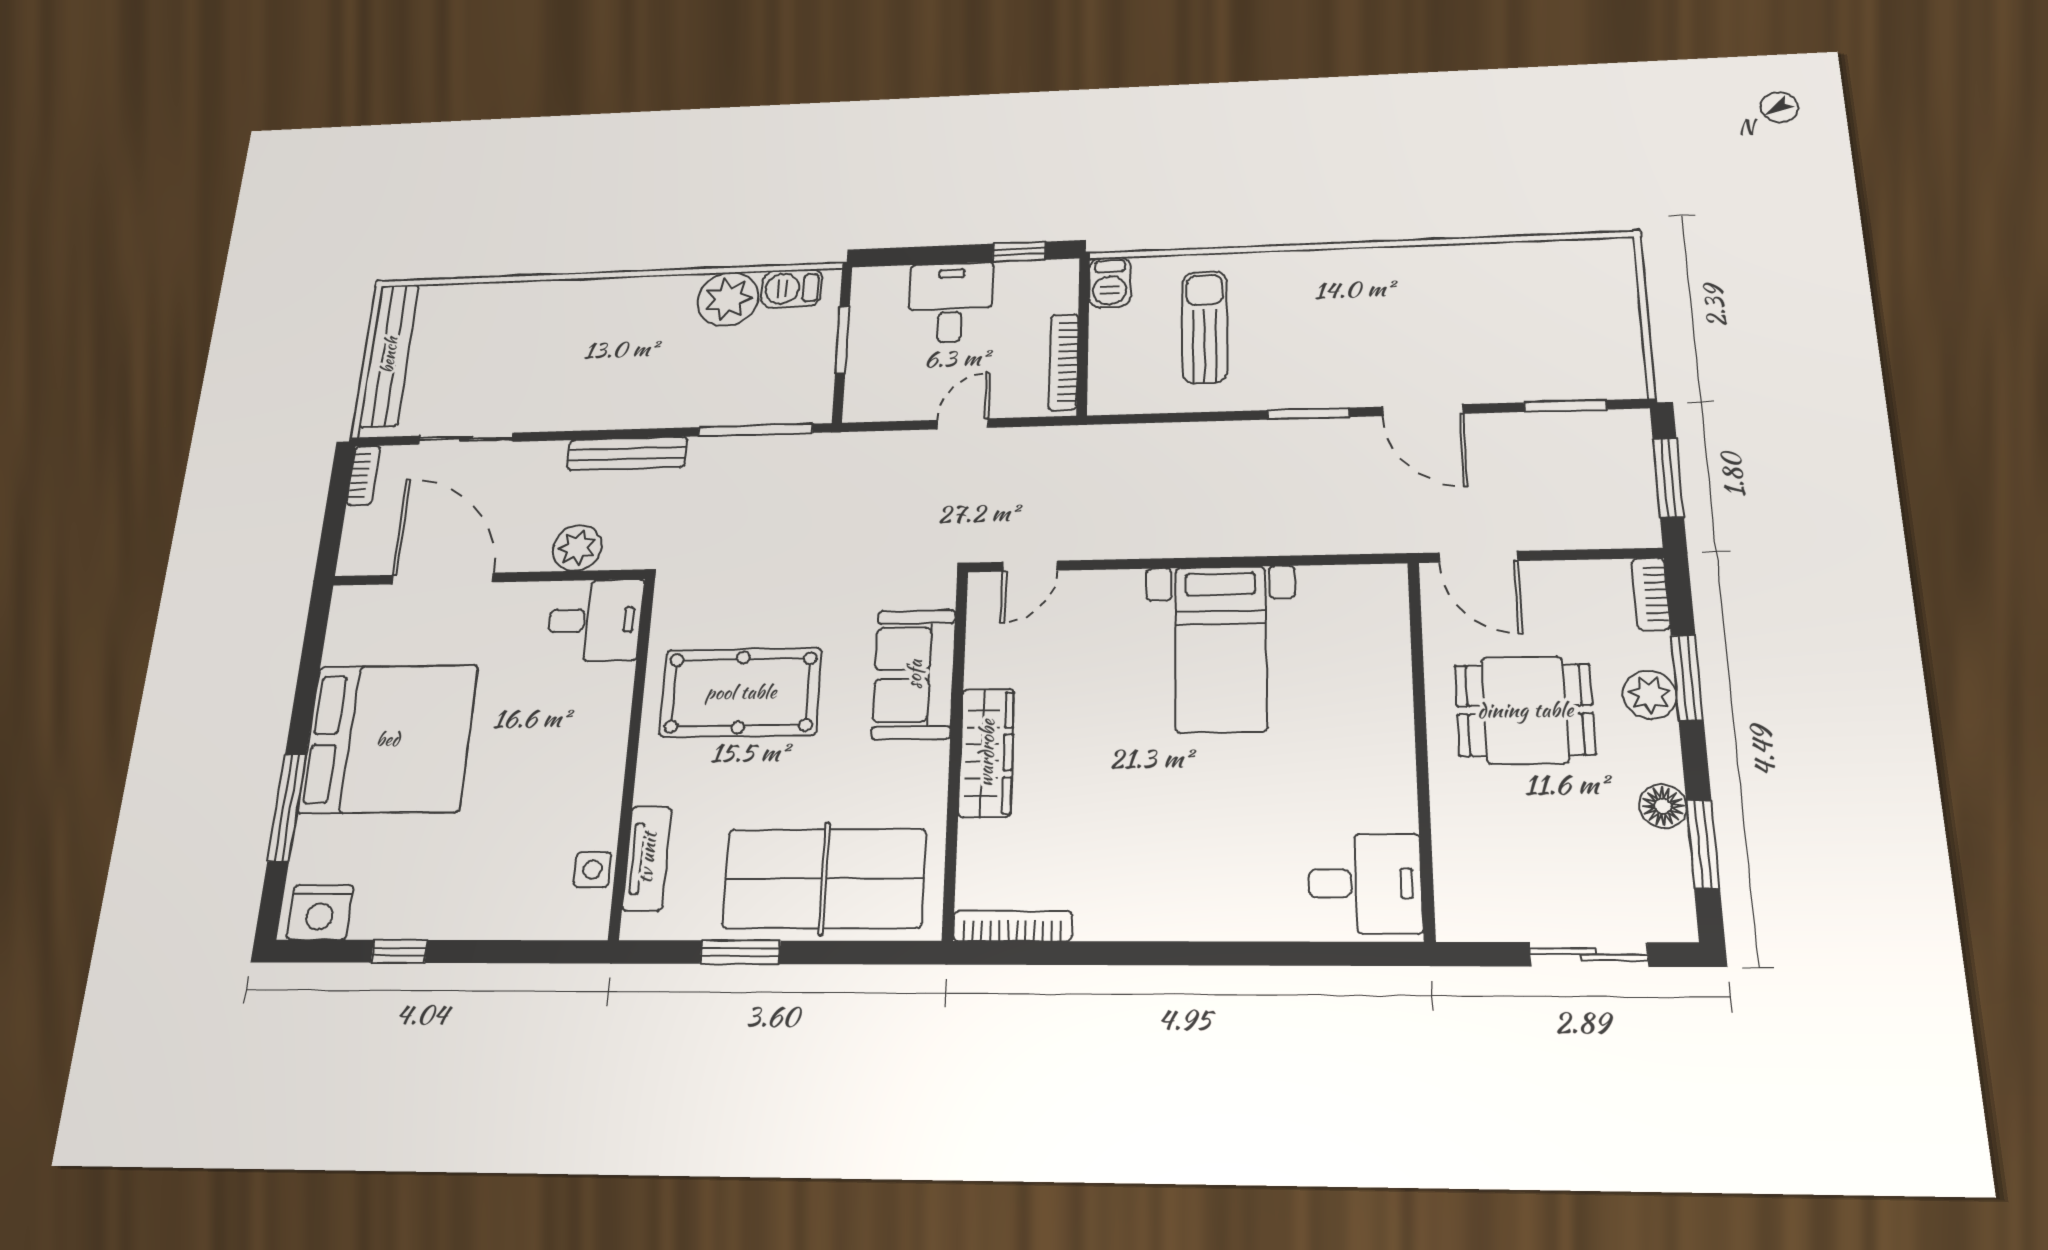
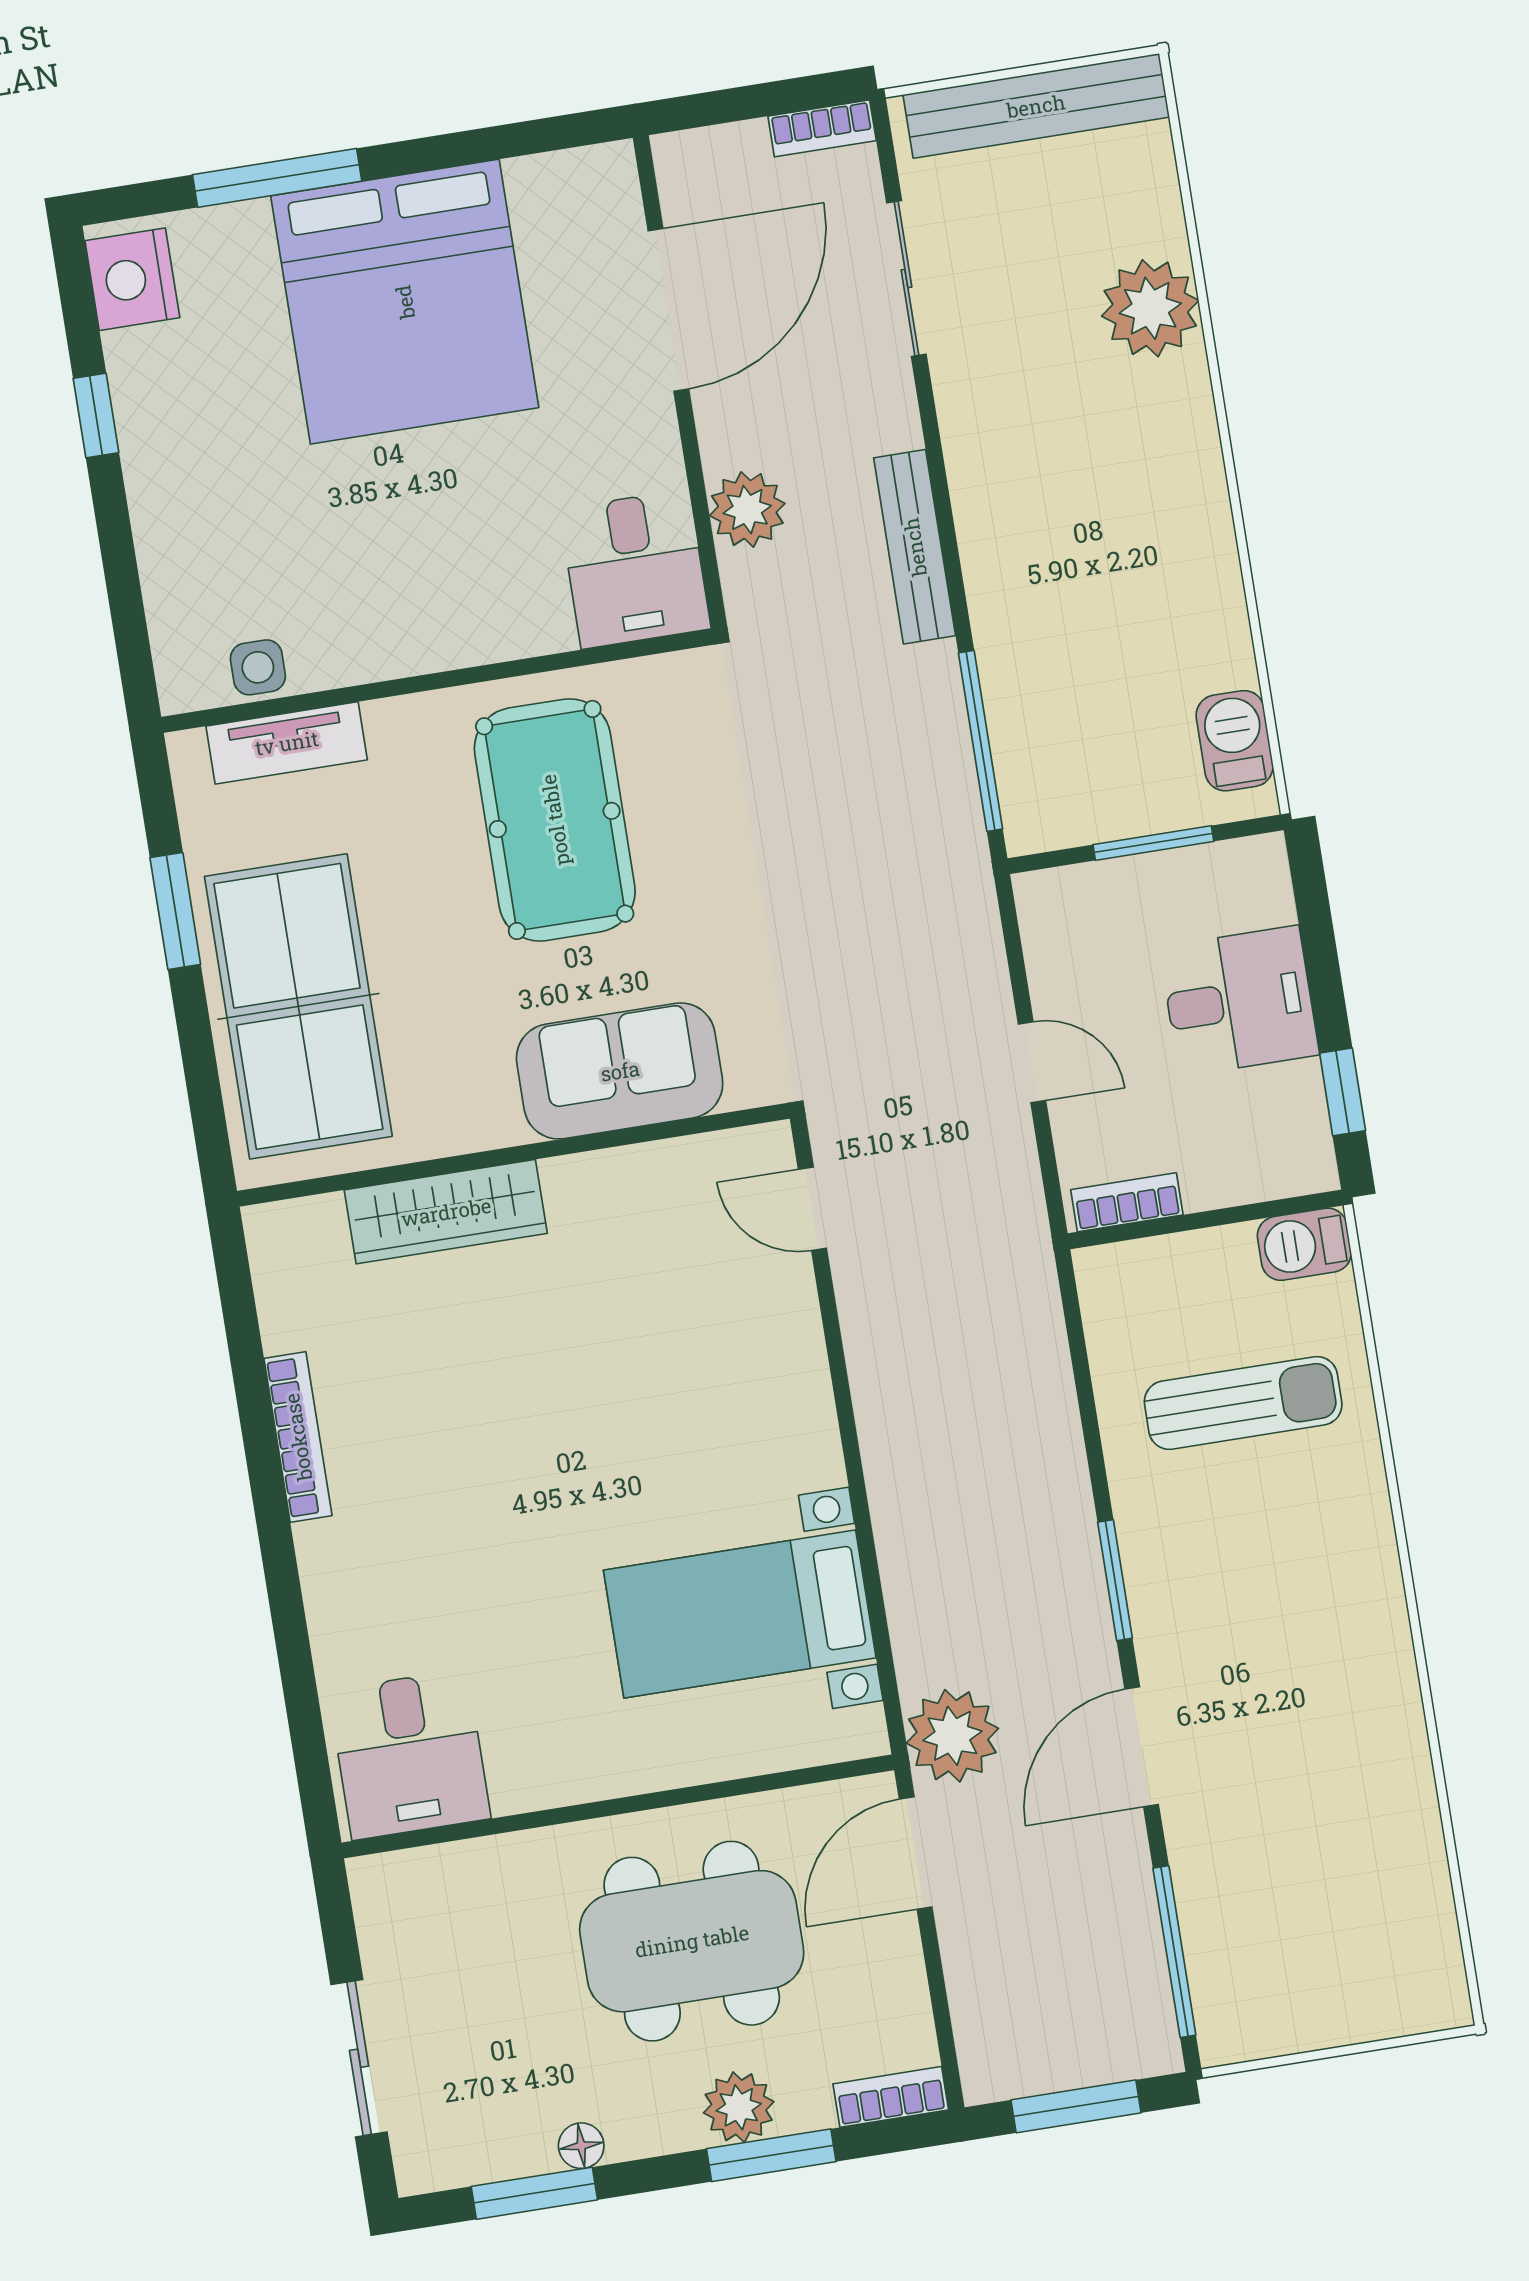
plant: (728, 299) -> (1150, 308), moved
bookcase: (1064, 362) -> (1127, 1202), width x0.64
window: (1565, 406) -> (1174, 1952), width x1.44
plant: (1400, 524) -> (952, 1736), added
bed with nightstands: (1221, 649) -> (740, 1614), moved
dining table: (1525, 710) -> (692, 1941), width x1.38
wardrobe: (986, 753) -> (446, 1212), moved
floor lamp: (1663, 806) -> (581, 2146), width x0.73, depth x0.73
bookcase: (1013, 926) -> (298, 1437), moved

